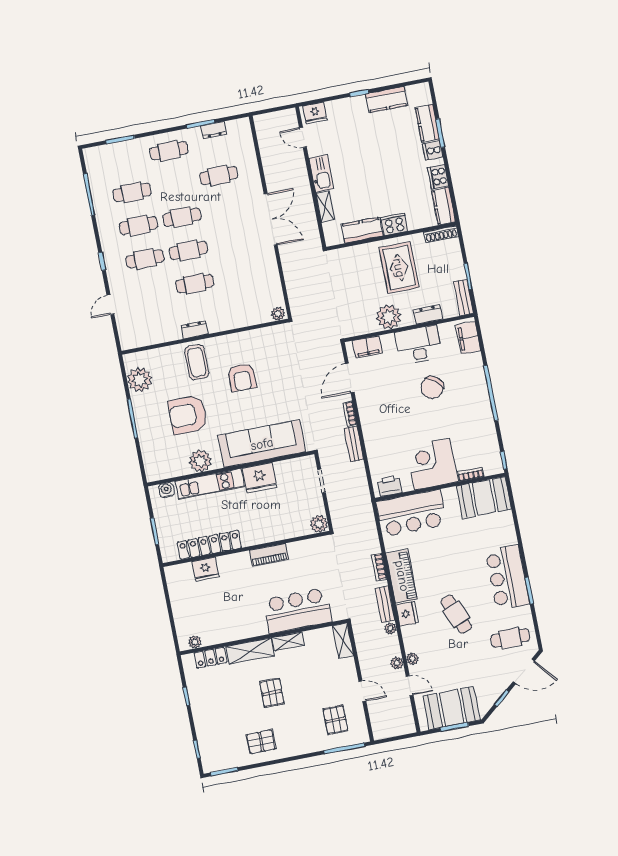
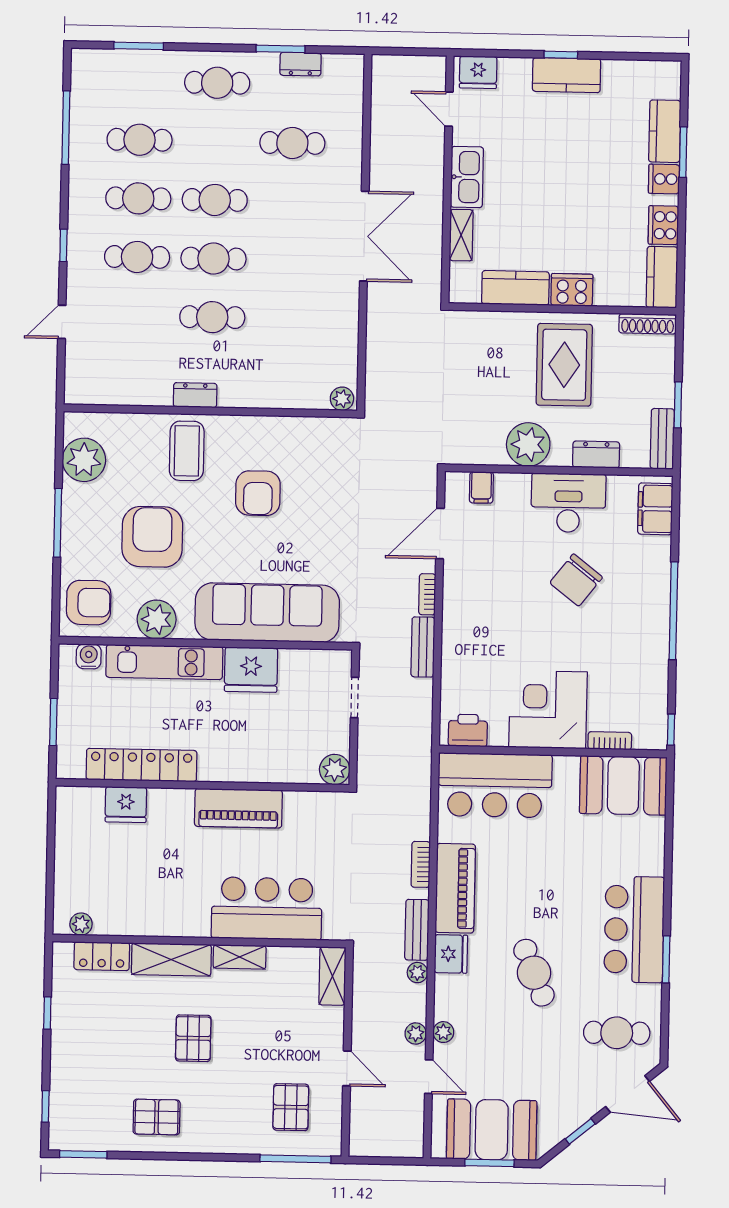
kitchen counter: (387, 100) -> (567, 75), moved
filing cabinet: (367, 347) -> (481, 487), width x0.50
armchair: (188, 415) -> (152, 537), turned 90
armchair: (160, 460) -> (89, 603), added
piano: (269, 555) -> (238, 808), width x1.37, depth x1.33

